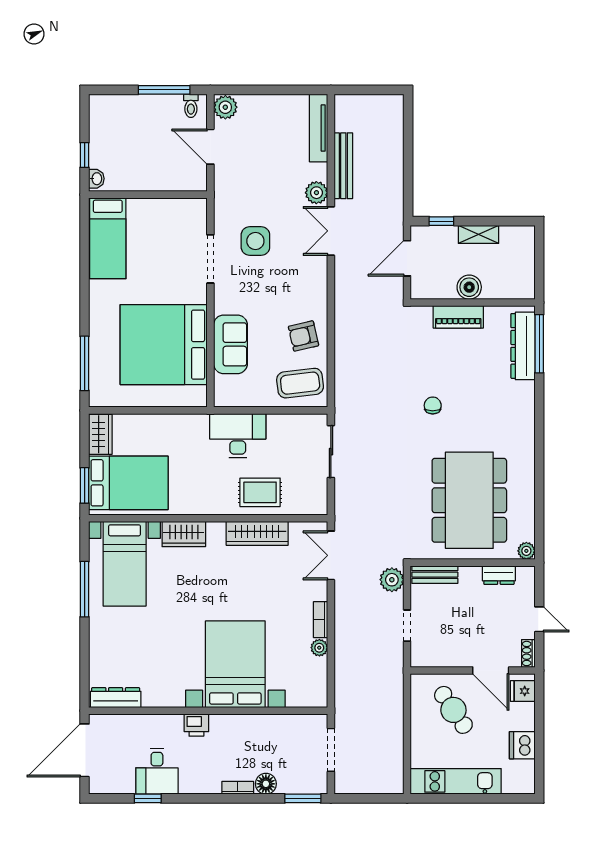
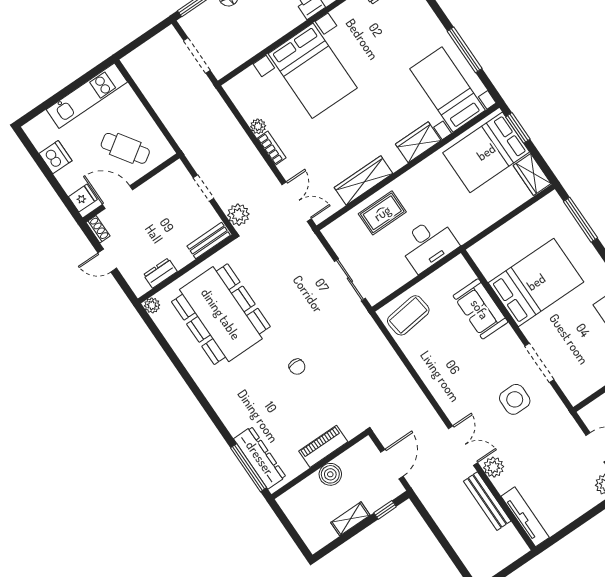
armchair: (304, 336) -> (430, 353), removed
bed: (164, 345) -> (536, 282), width x0.73

